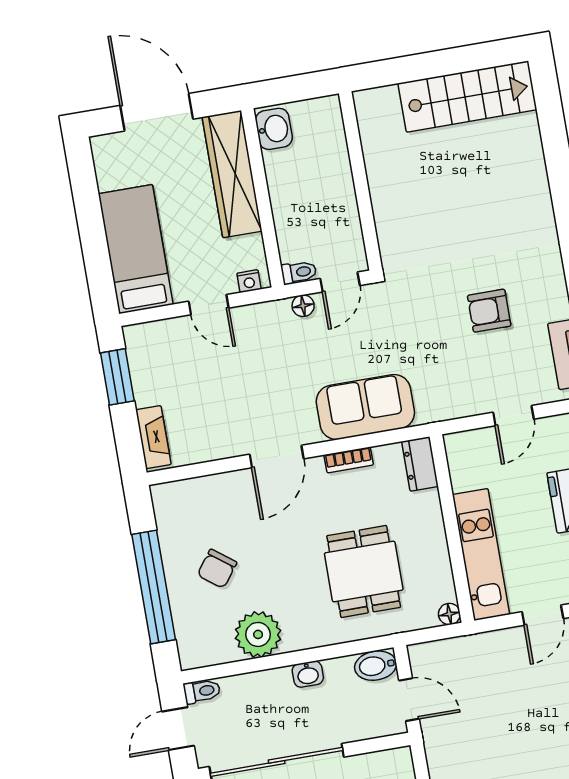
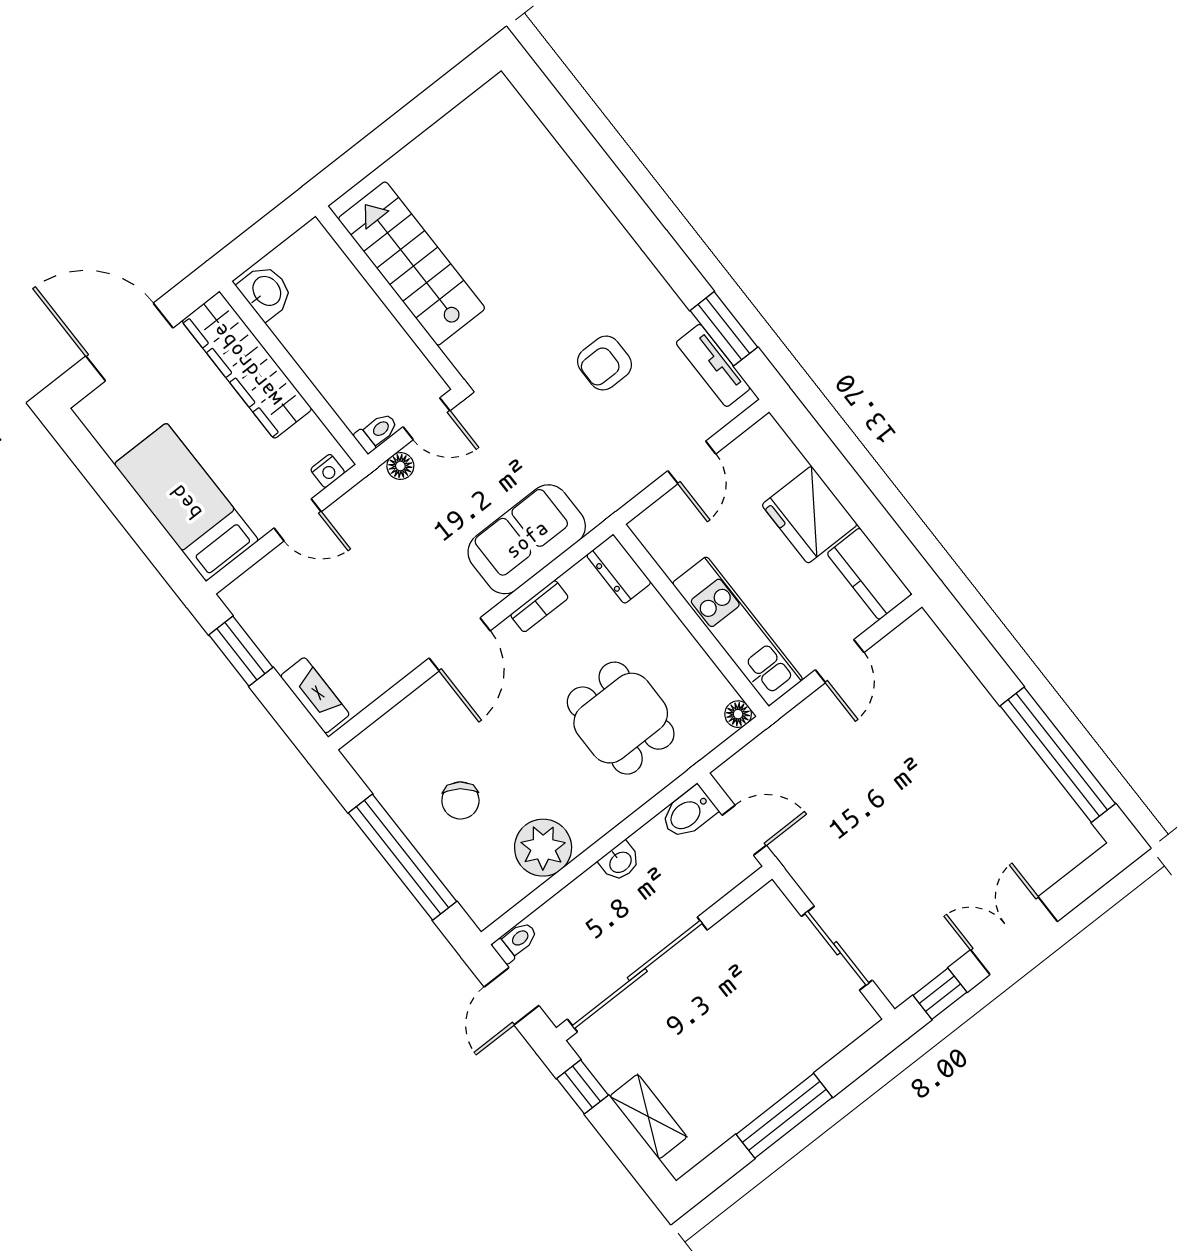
stairs: (467, 97) -> (412, 264), moved, turned -90
door: (340, 282) -> (426, 419), hinge flipped

